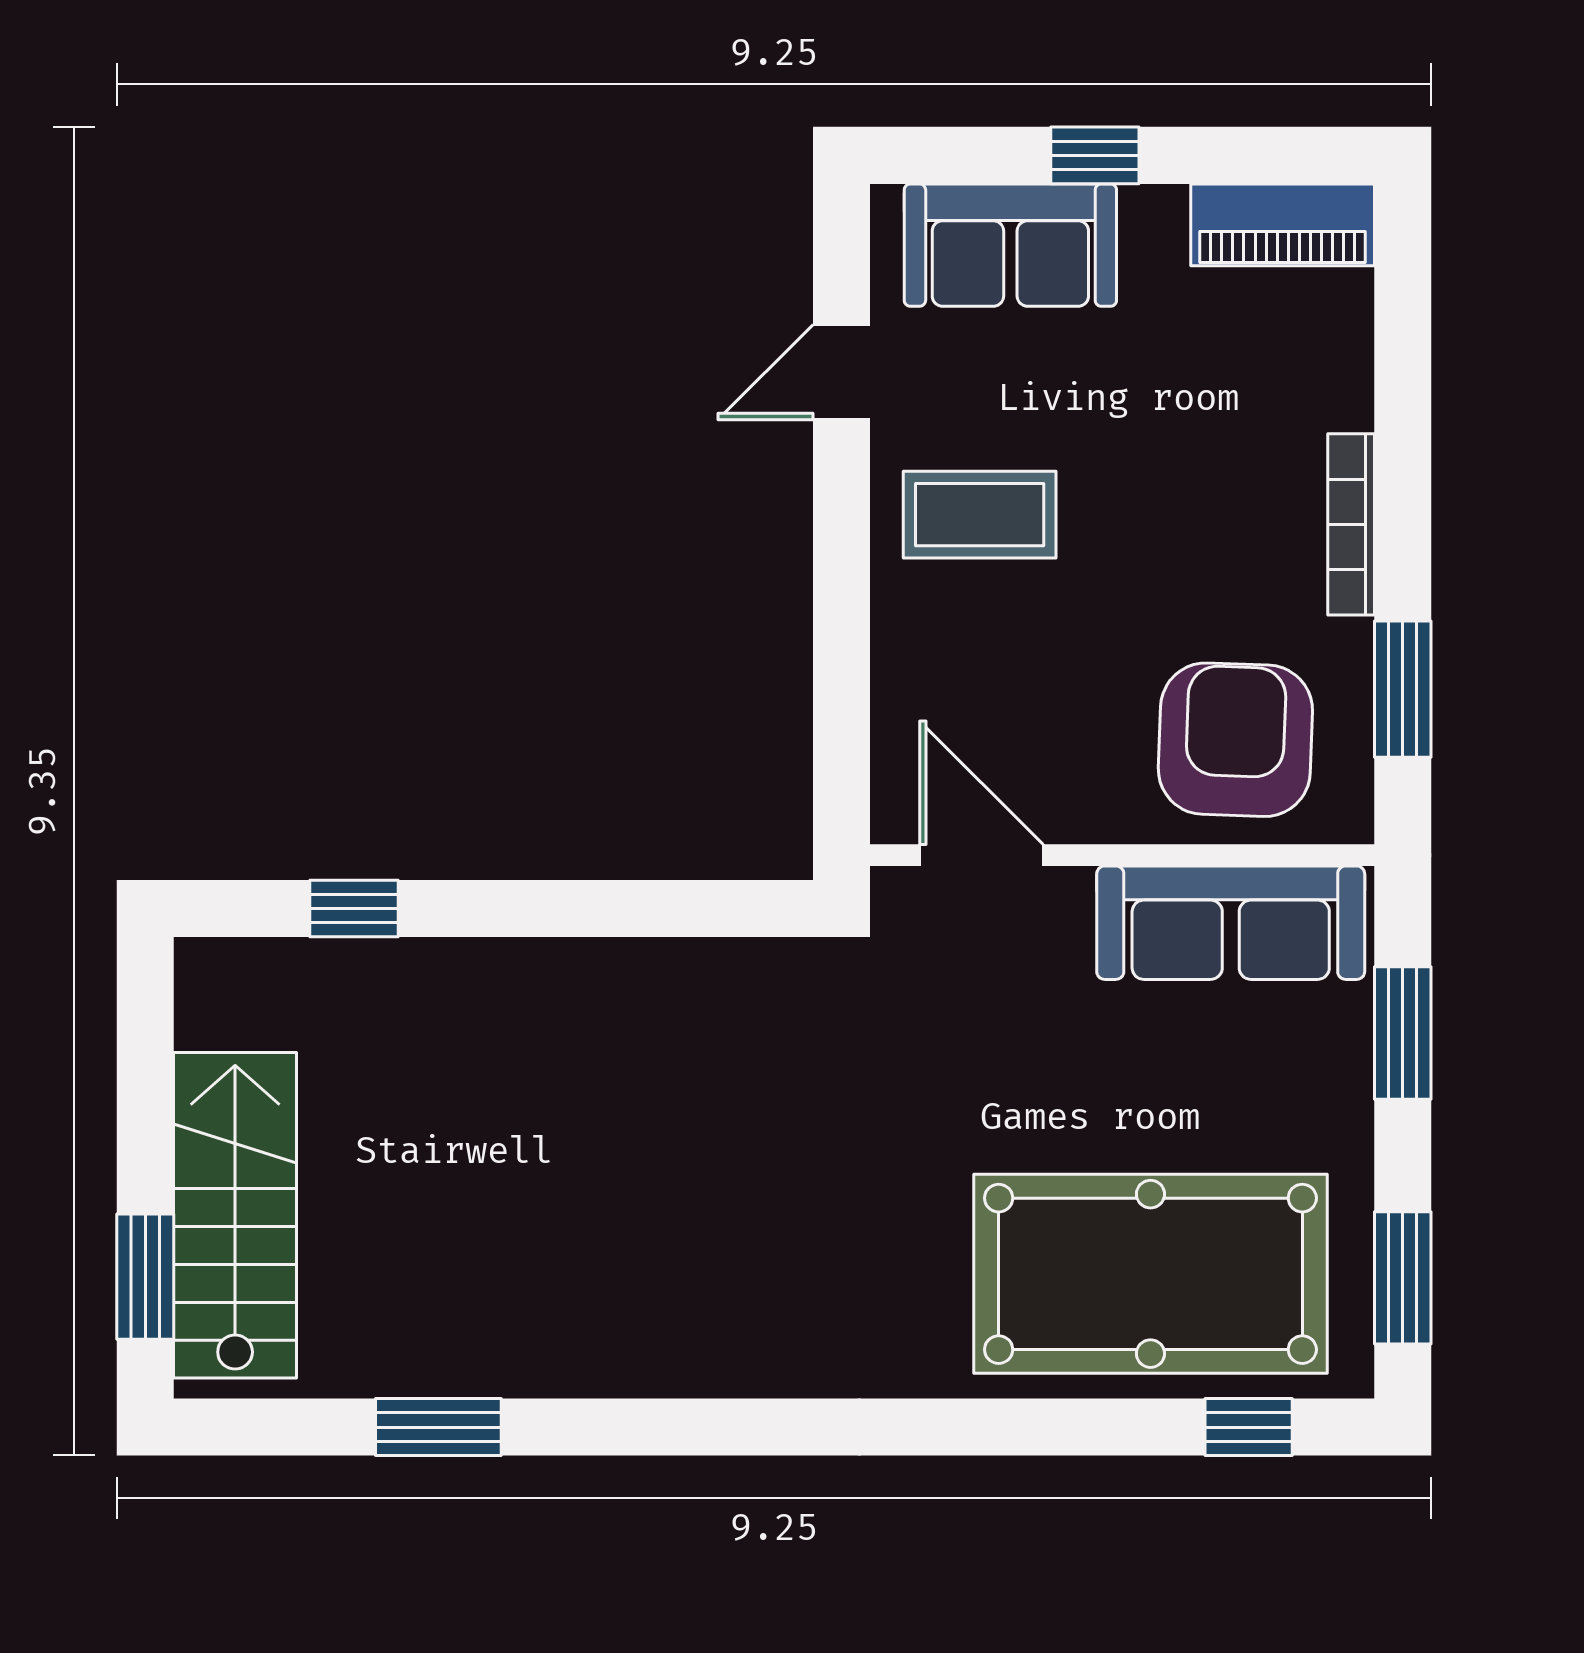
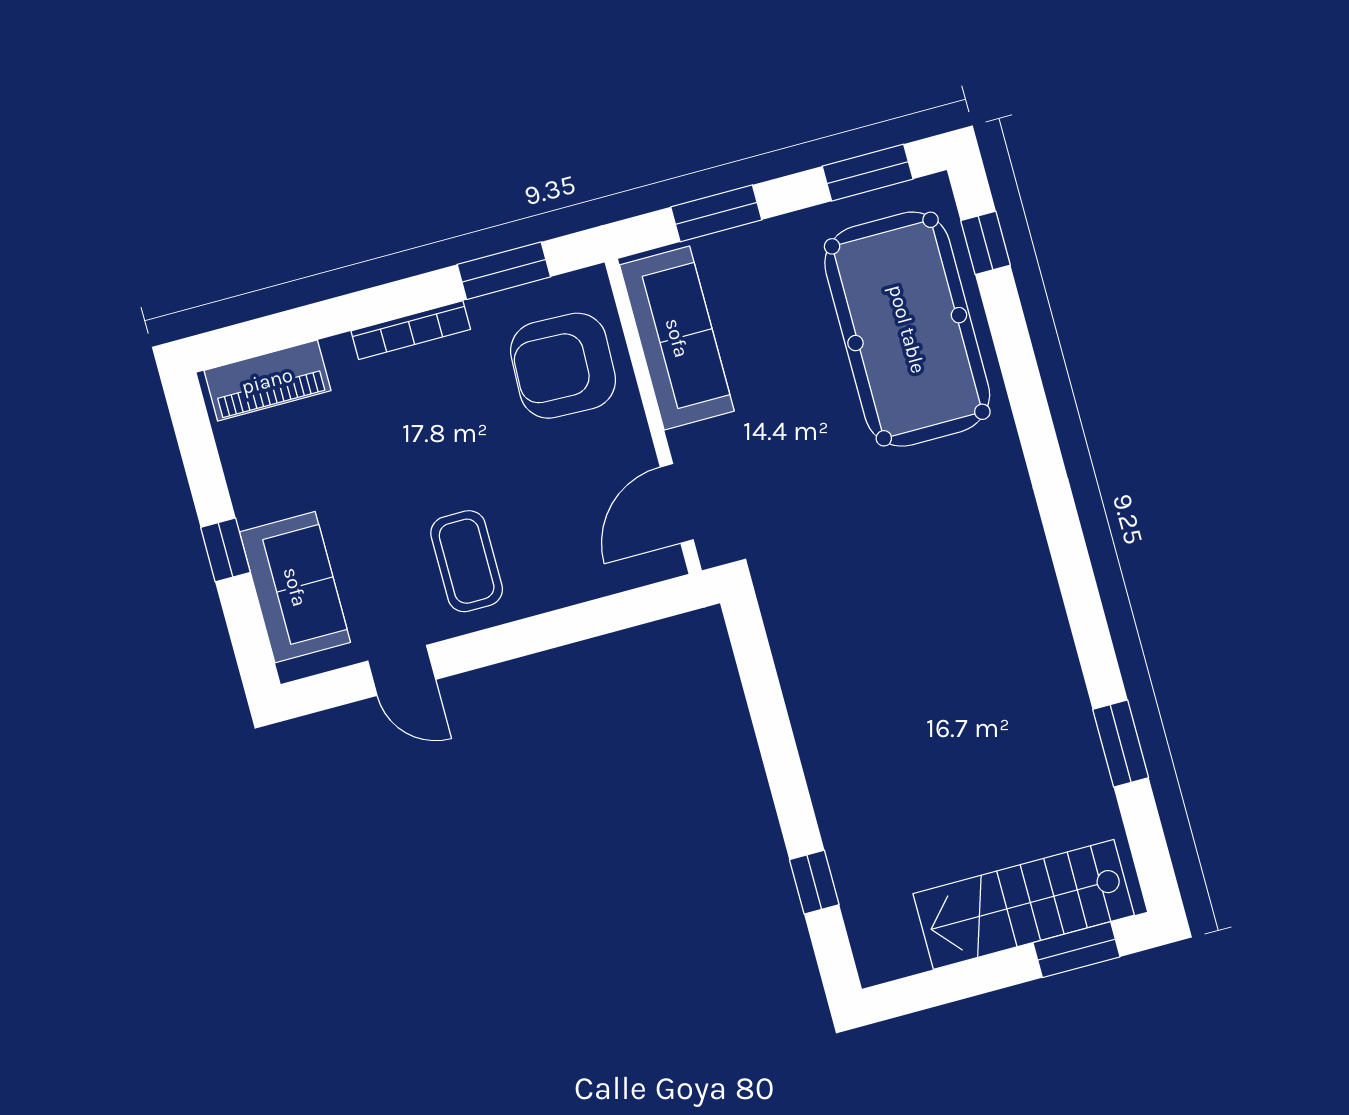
piano: (1283, 225) -> (267, 381), moved, turned 90

